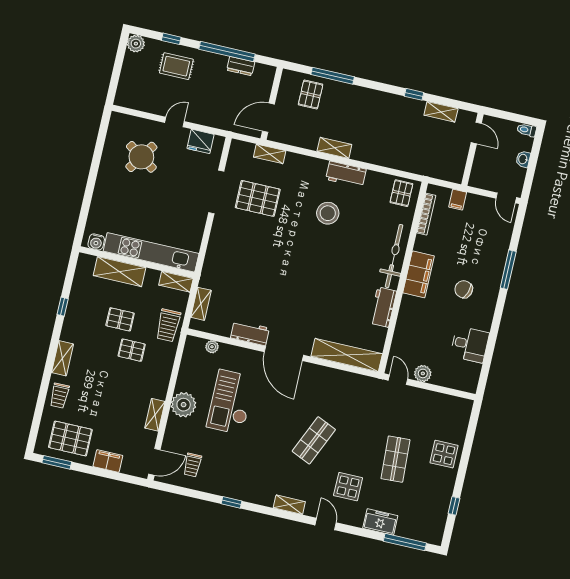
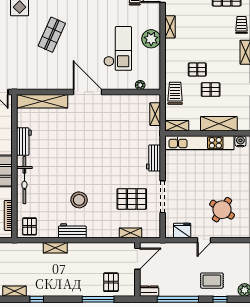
dresser: (241, 66) -> (149, 291), moved
shelving: (334, 148) -> (55, 248), moved
workbench: (250, 333) -> (153, 158), moved, turned 90

